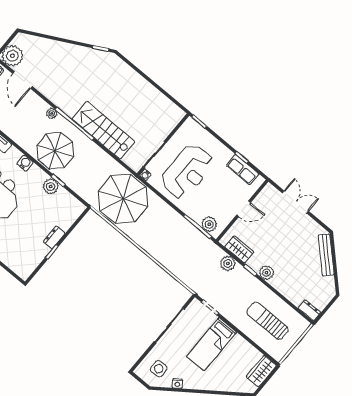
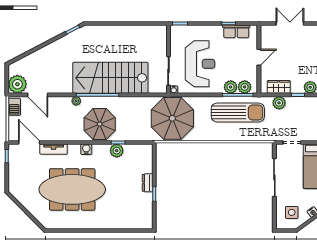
stairs: (103, 130) -> (110, 78), width x1.36, depth x1.51
plant: (197, 214) -> (231, 87), added
sun lounger: (185, 242) -> (238, 112), added

